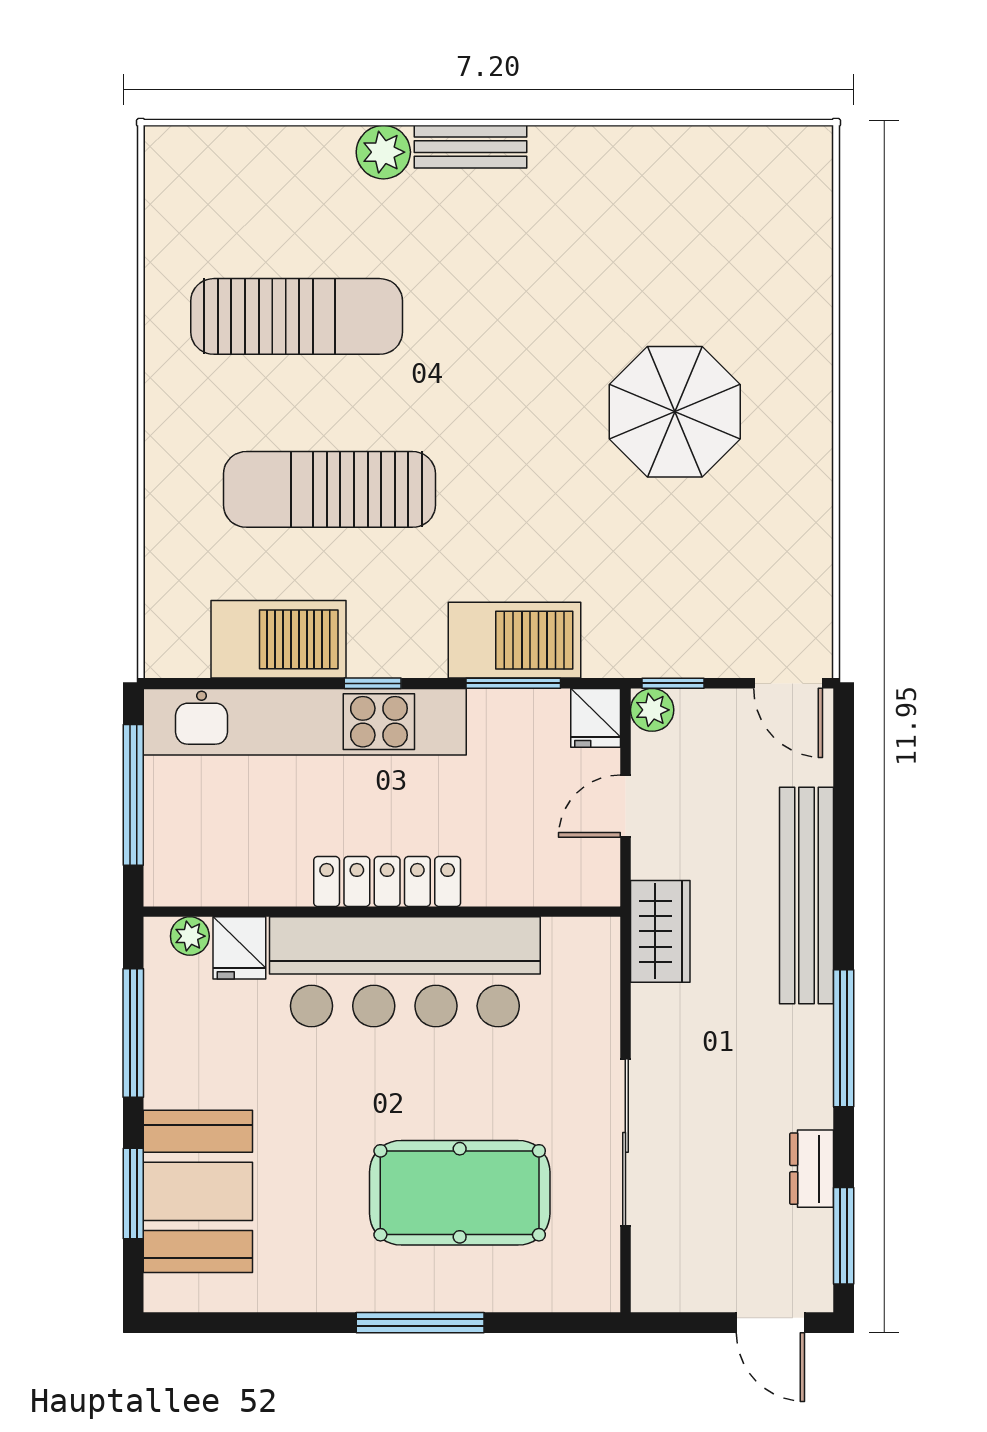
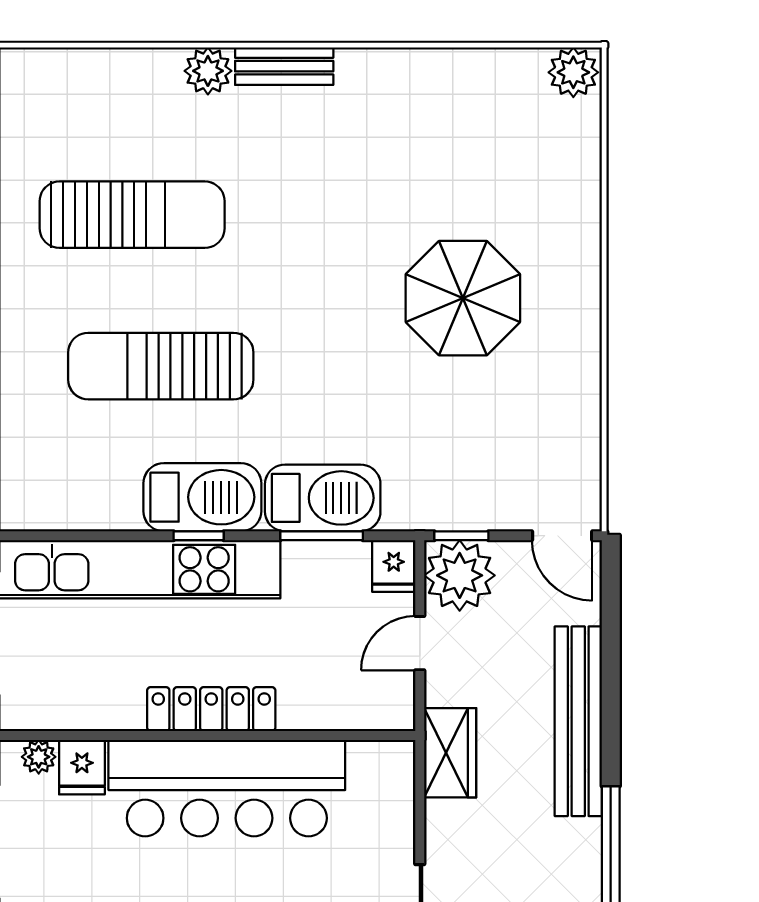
plant: (801, 154) -> (573, 72), added
barbecue: (278, 639) -> (202, 497), moved
plant: (652, 710) -> (460, 575), width x1.88, depth x1.88

